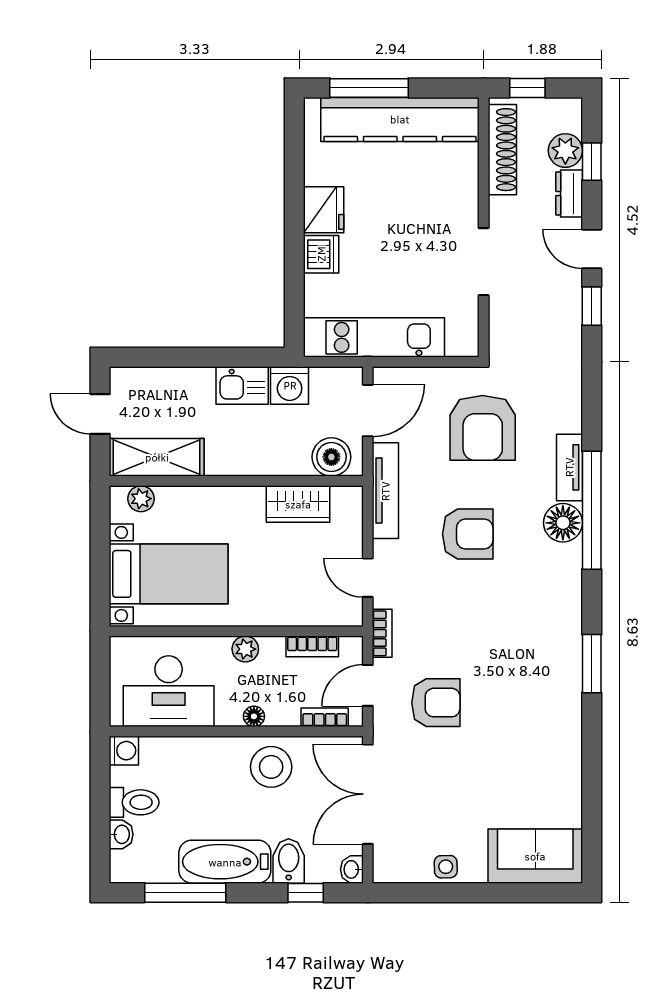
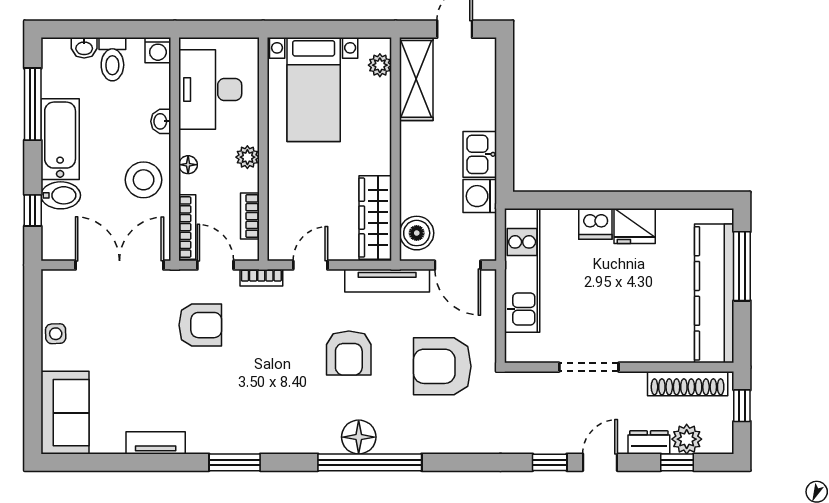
tv unit: (569, 467) -> (156, 443), moved
wardrobe: (298, 504) -> (375, 218), width x1.50
armchair: (436, 703) -> (200, 325), turned -90
bookcase: (325, 717) -> (187, 227), width x1.56
washbasin: (352, 869) -> (161, 121), moved, turned -90

